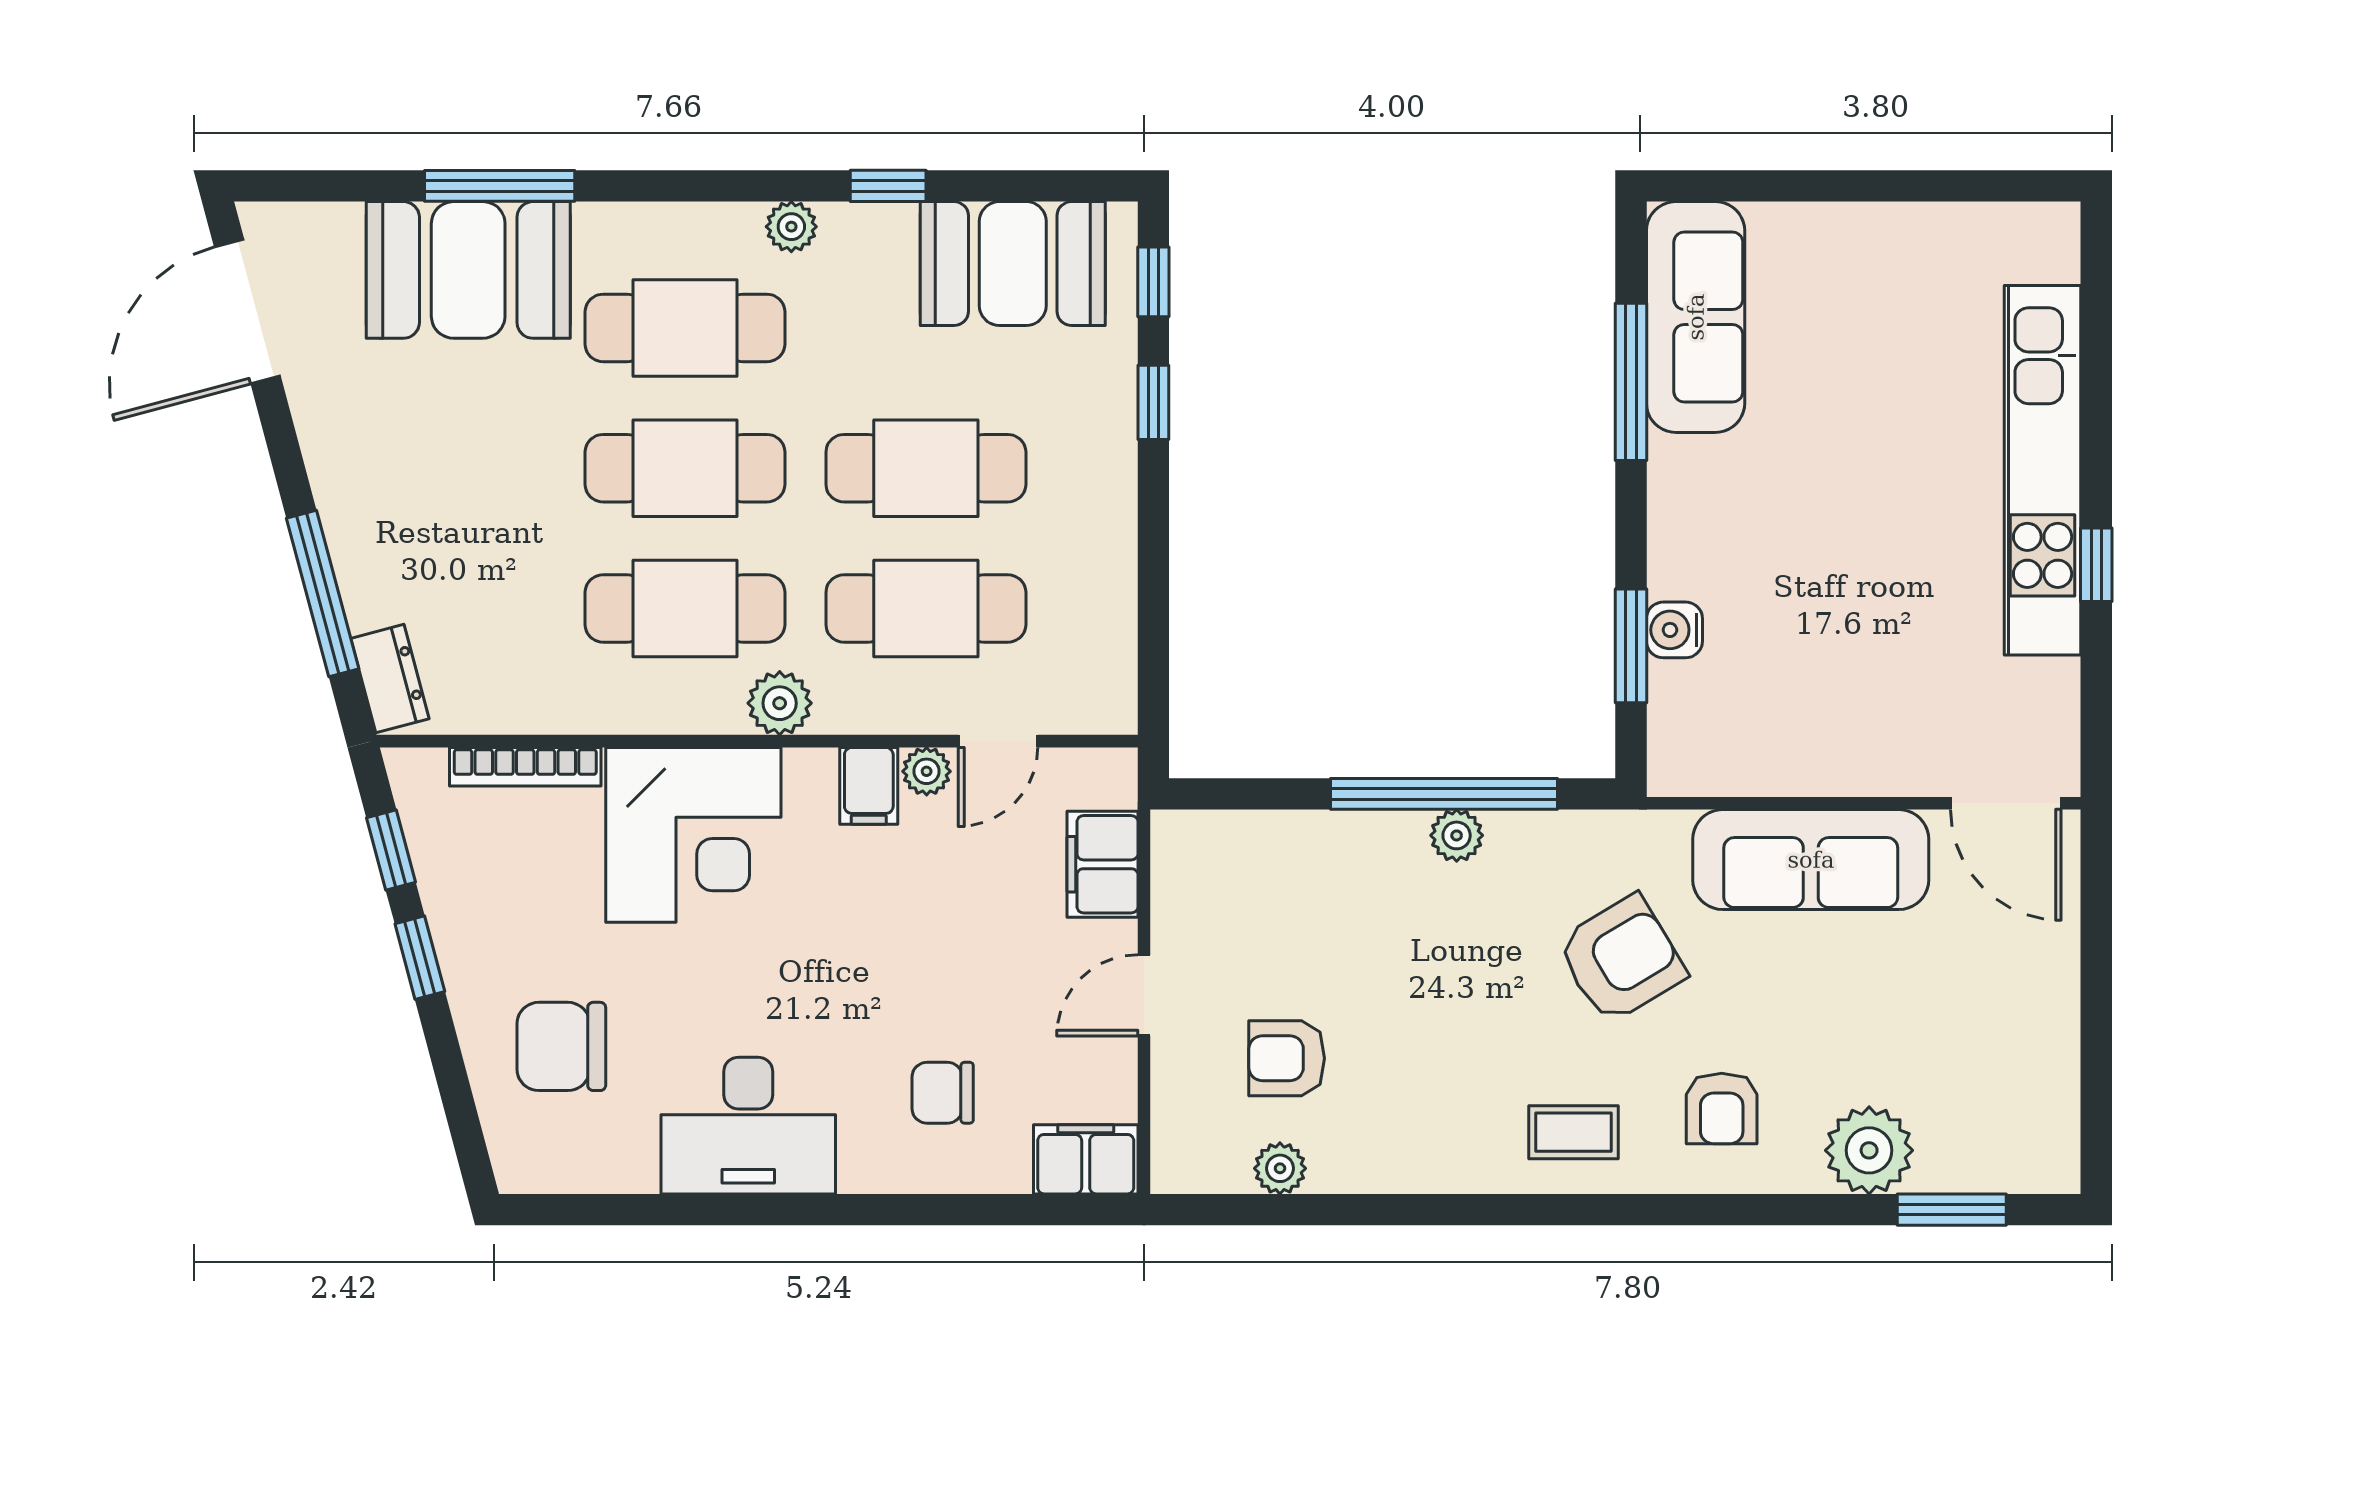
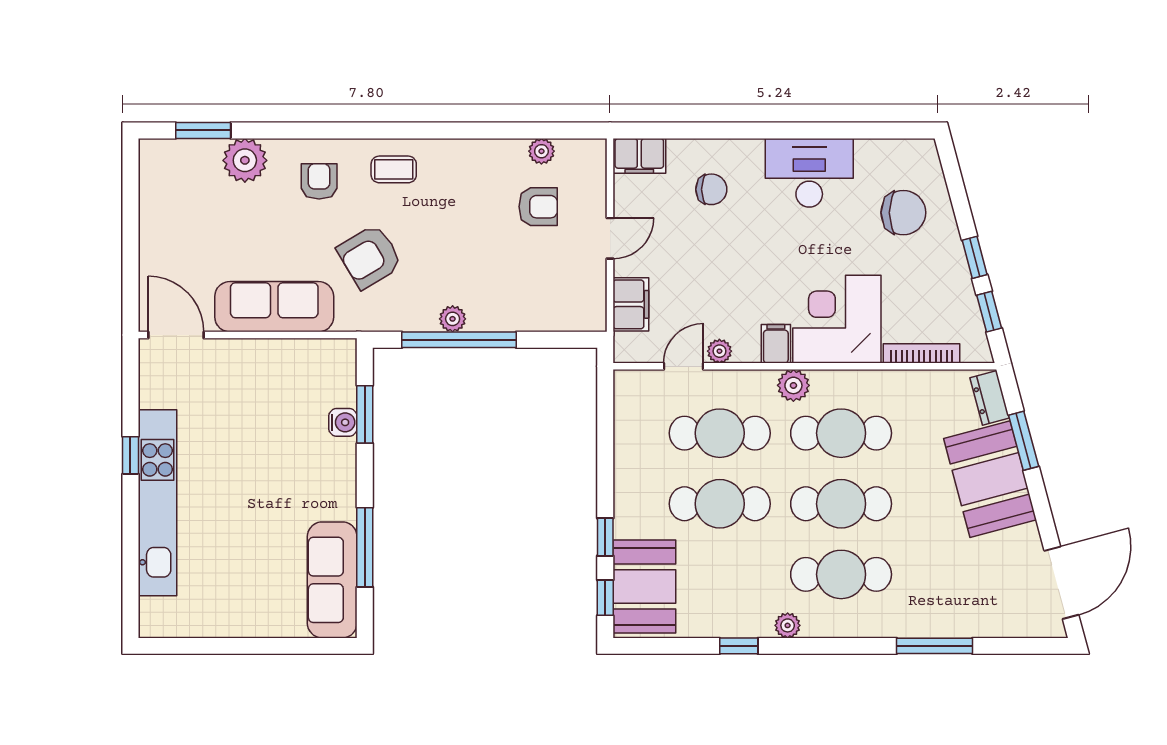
booth: (1013, 264) -> (644, 587), moved, turned 90
booth: (468, 270) -> (990, 479), moved, turned 75
window: (323, 593) -> (1024, 441), width x0.69
filing cabinet: (869, 786) -> (776, 344), moved

